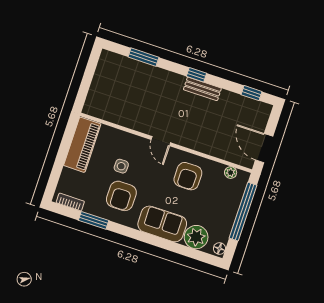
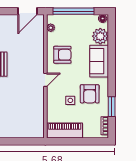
armchair: (121, 196) -> (90, 94), turned 90

